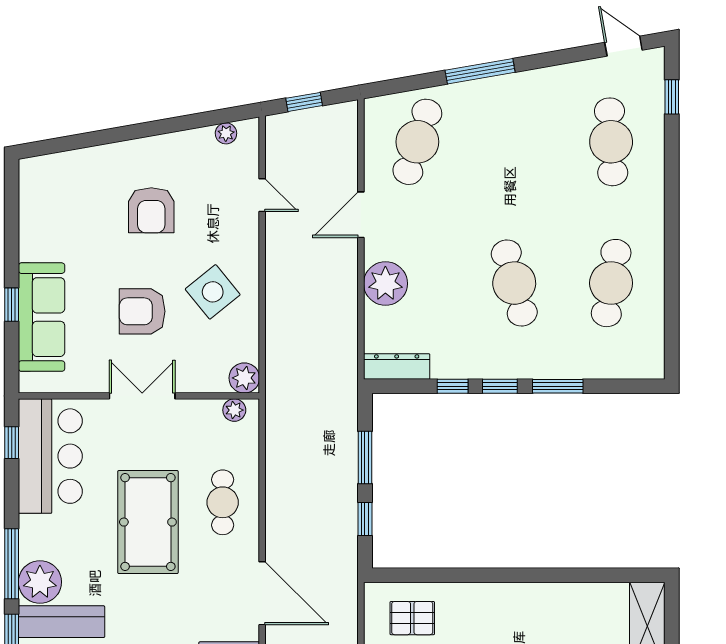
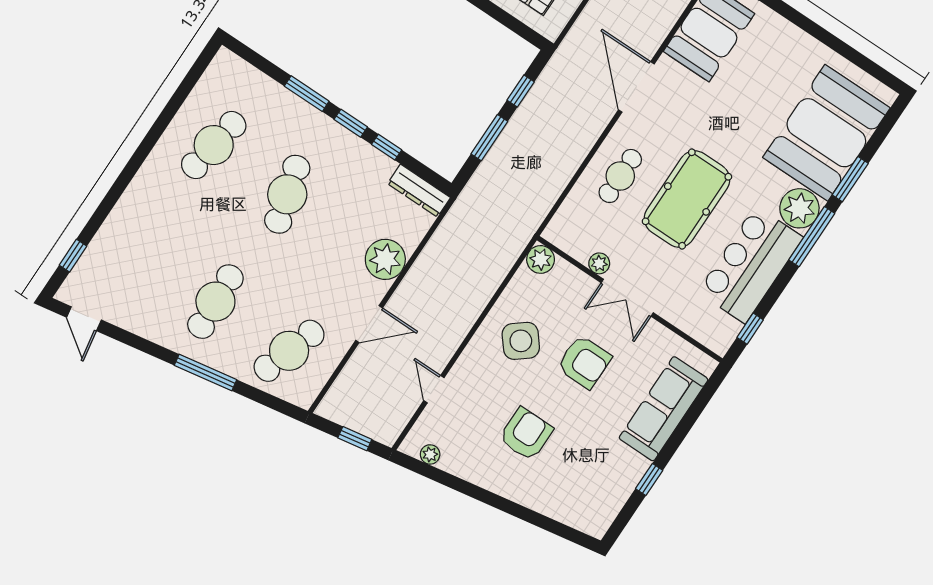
cafe table: (611, 142) -> (215, 302), moved
window: (12, 305) -> (649, 480), moved
plant: (234, 410) -> (599, 263), moved
bar counter: (50, 456) -> (750, 265), moved

